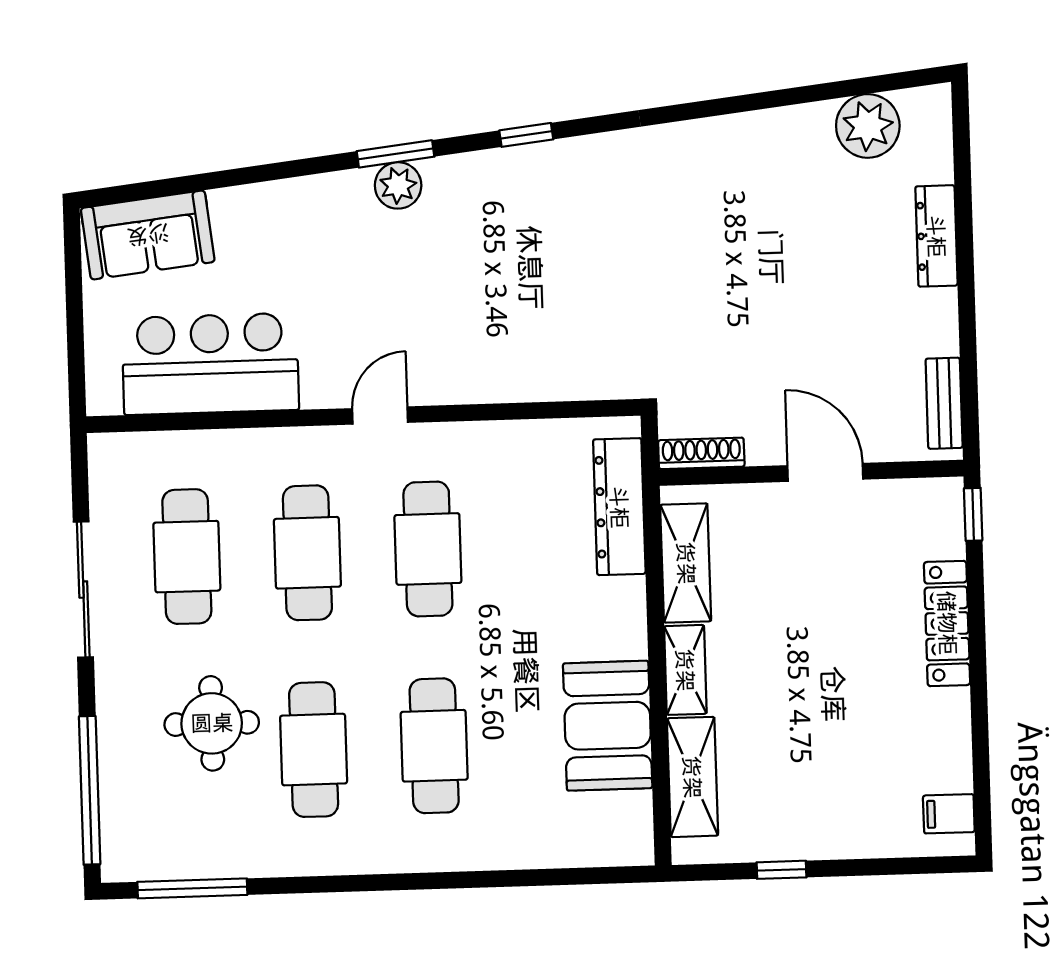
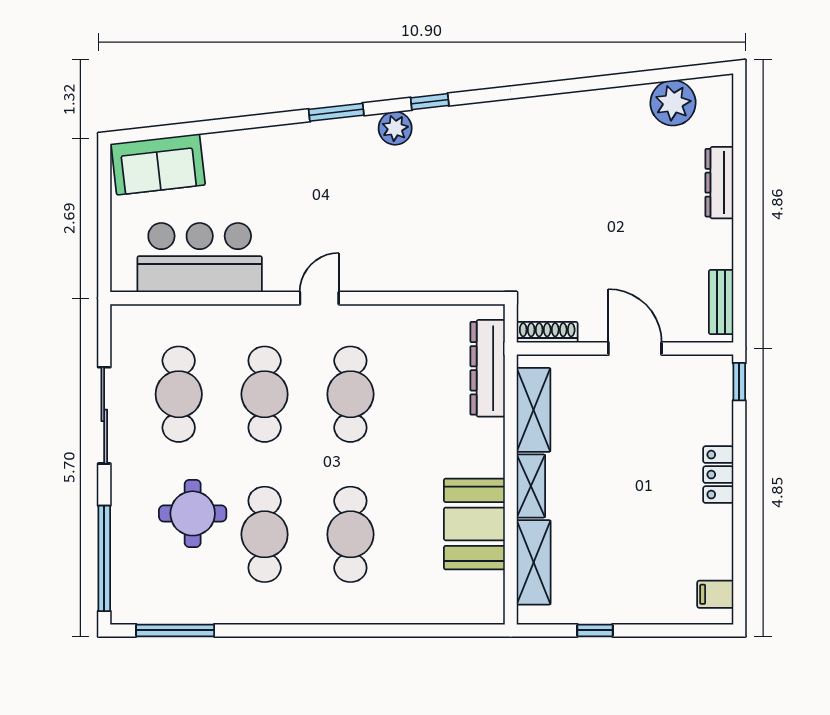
plant: (398, 185) -> (395, 128), moved
locker: (947, 623) -> (718, 475), width x0.66

